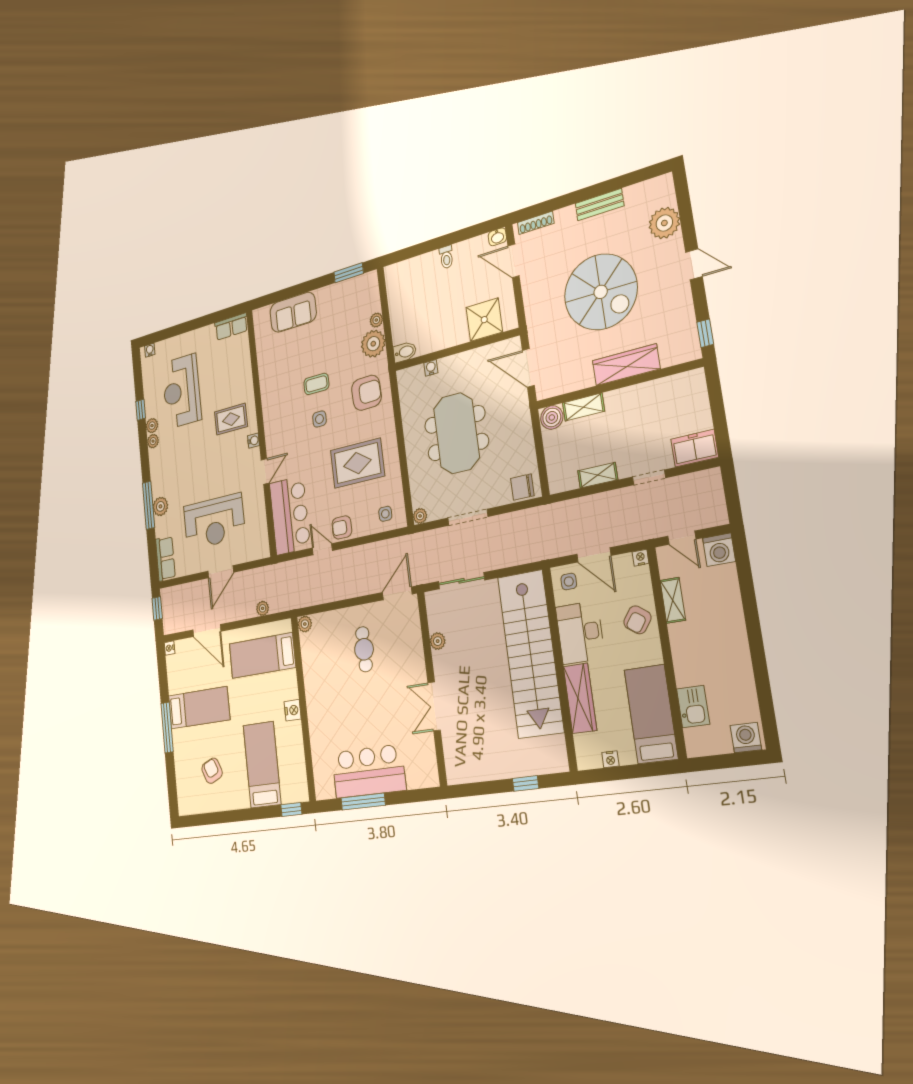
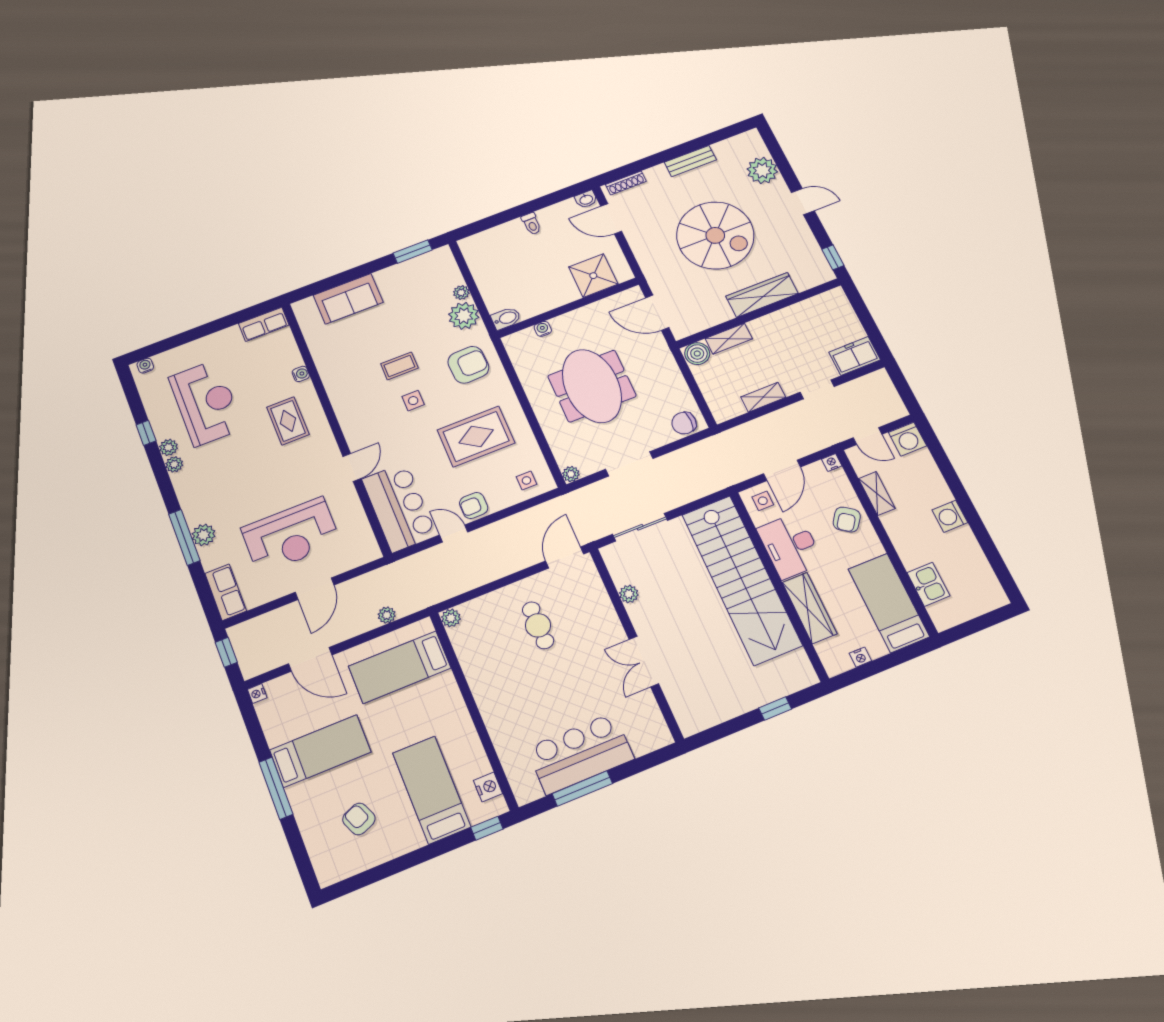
reception desk: (182, 391) -> (206, 403), turned 180
rug: (231, 419) -> (288, 421), turned 90
water cooler: (253, 441) -> (301, 374), moved
door: (594, 555) -> (782, 470), hinge flipped
nightstand: (293, 710) -> (488, 787), moved
washing machine: (746, 738) -> (950, 516), moved, turned -90

